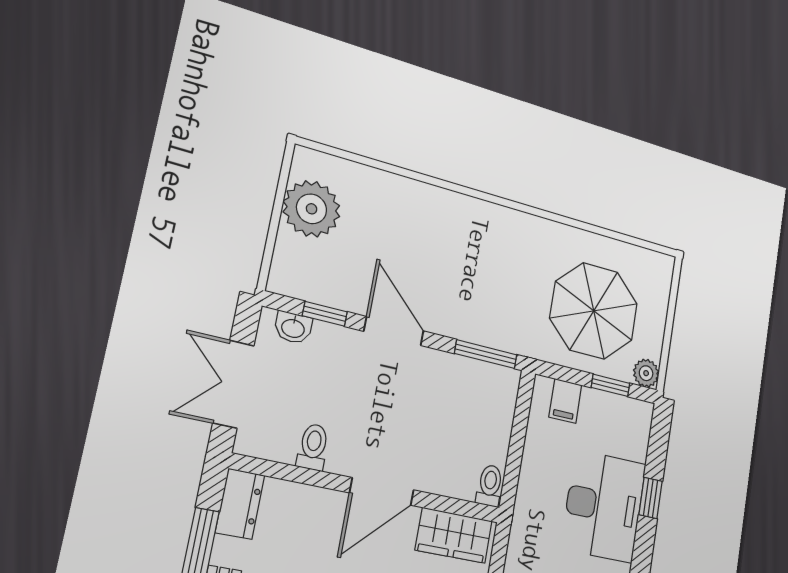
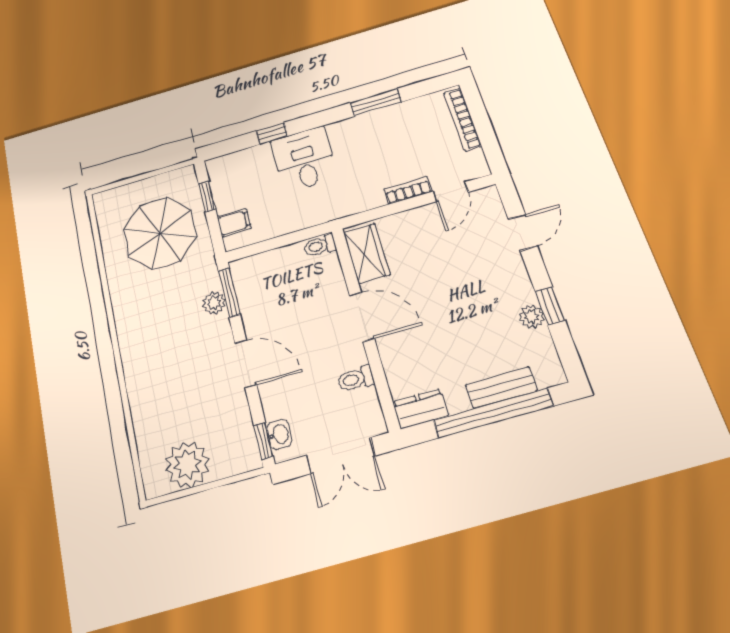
window: (325, 314) -> (263, 441), moved
door: (394, 331) -> (246, 364), swing flipped
plant: (646, 373) -> (214, 303), moved
desk: (604, 506) -> (304, 159), width x0.73

